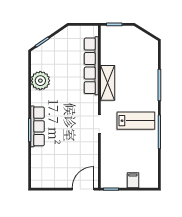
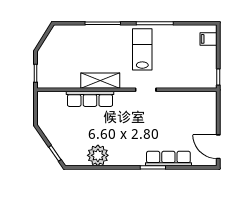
row of seats: (91, 66) -> (90, 99), width x0.73
row of seats: (38, 126) -> (168, 159), moved
filing cabinet: (133, 180) -> (208, 39), moved
door: (83, 189) -> (218, 147), moved

